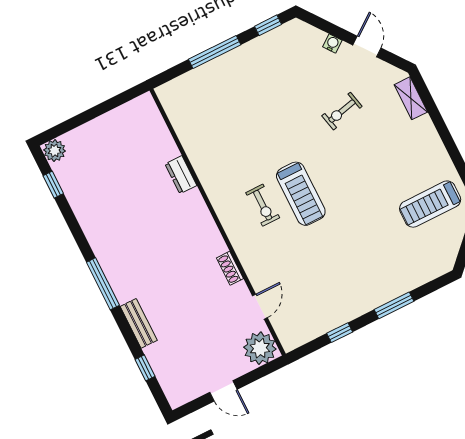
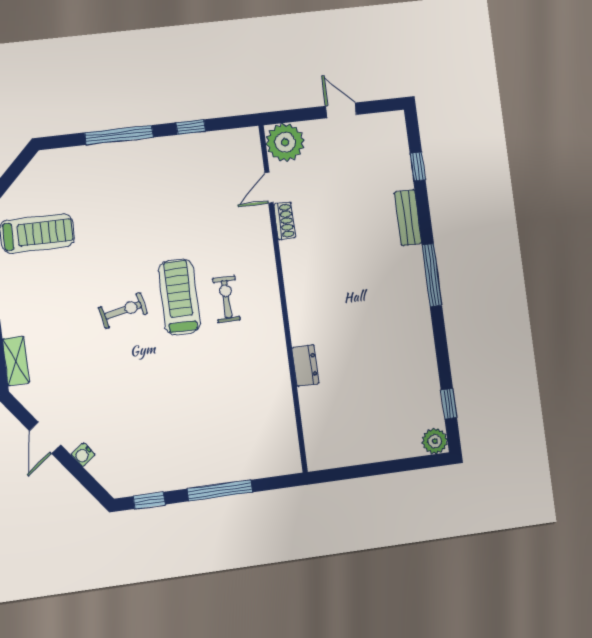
exercise bike: (342, 111) -> (123, 310), moved
shoe rack: (230, 268) -> (285, 221), moved
window: (394, 305) -> (119, 135), width x1.44

